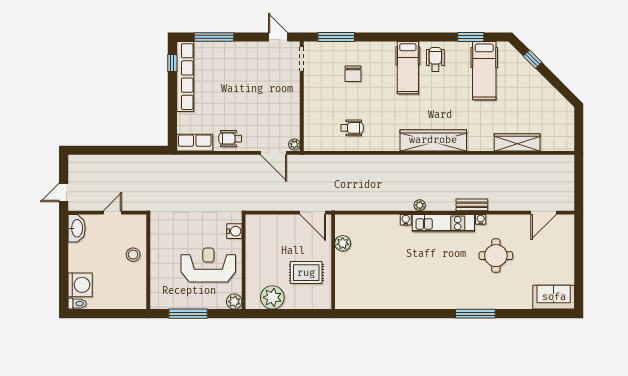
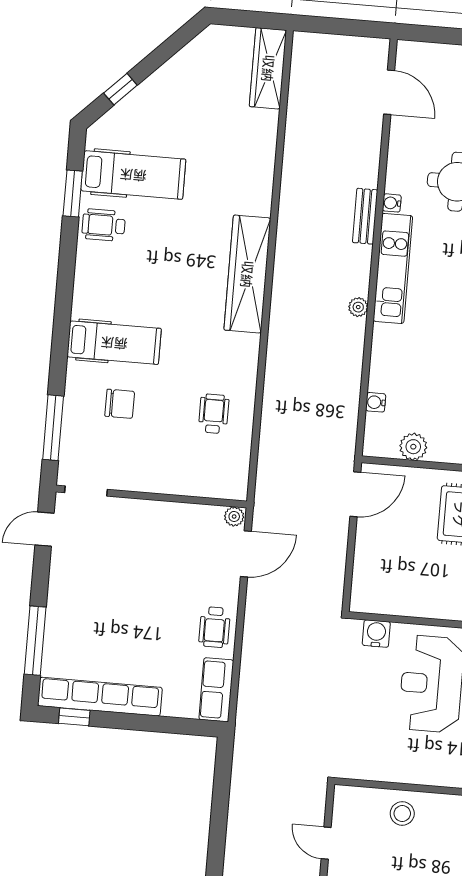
wheelchair: (435, 59) -> (104, 225), moved
hospital bed: (408, 68) -> (114, 343), moved
wardrobe: (517, 142) -> (268, 68), moved
water cooler: (406, 220) -> (376, 402), moved

